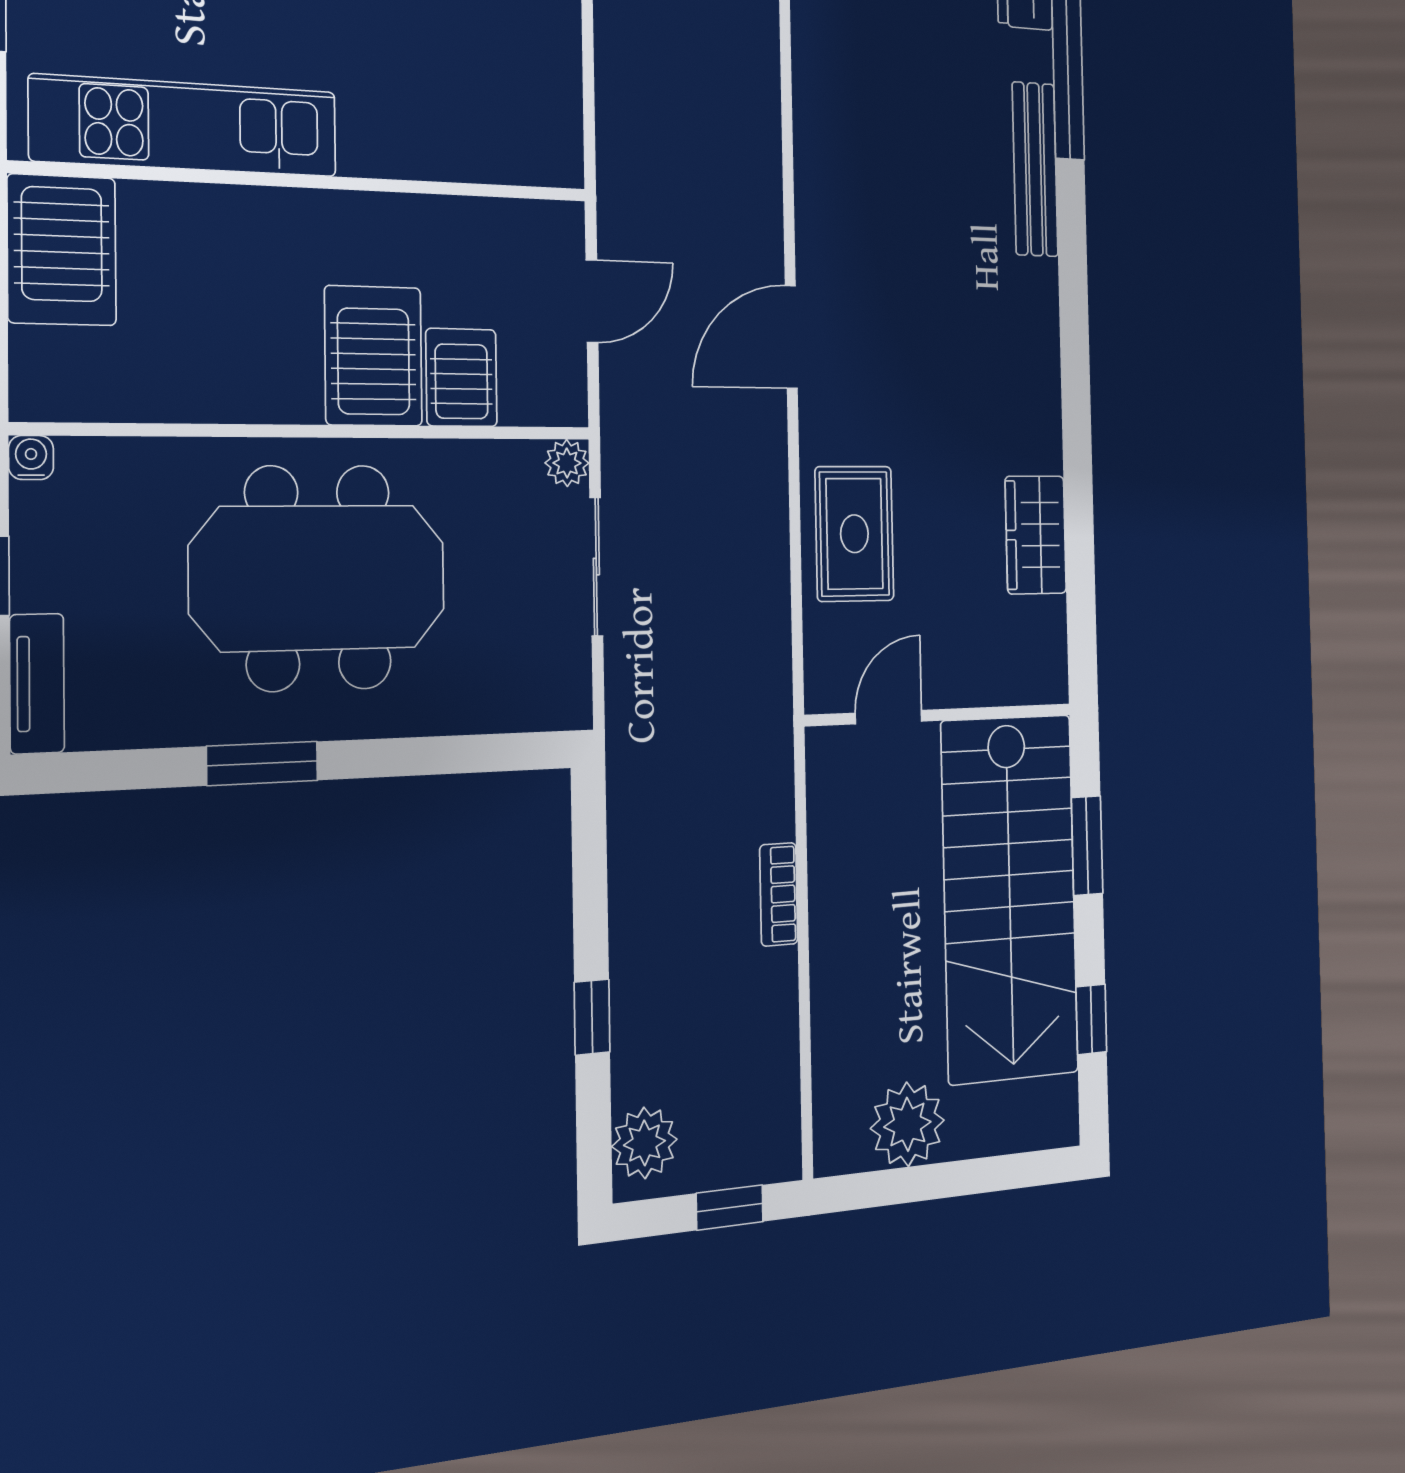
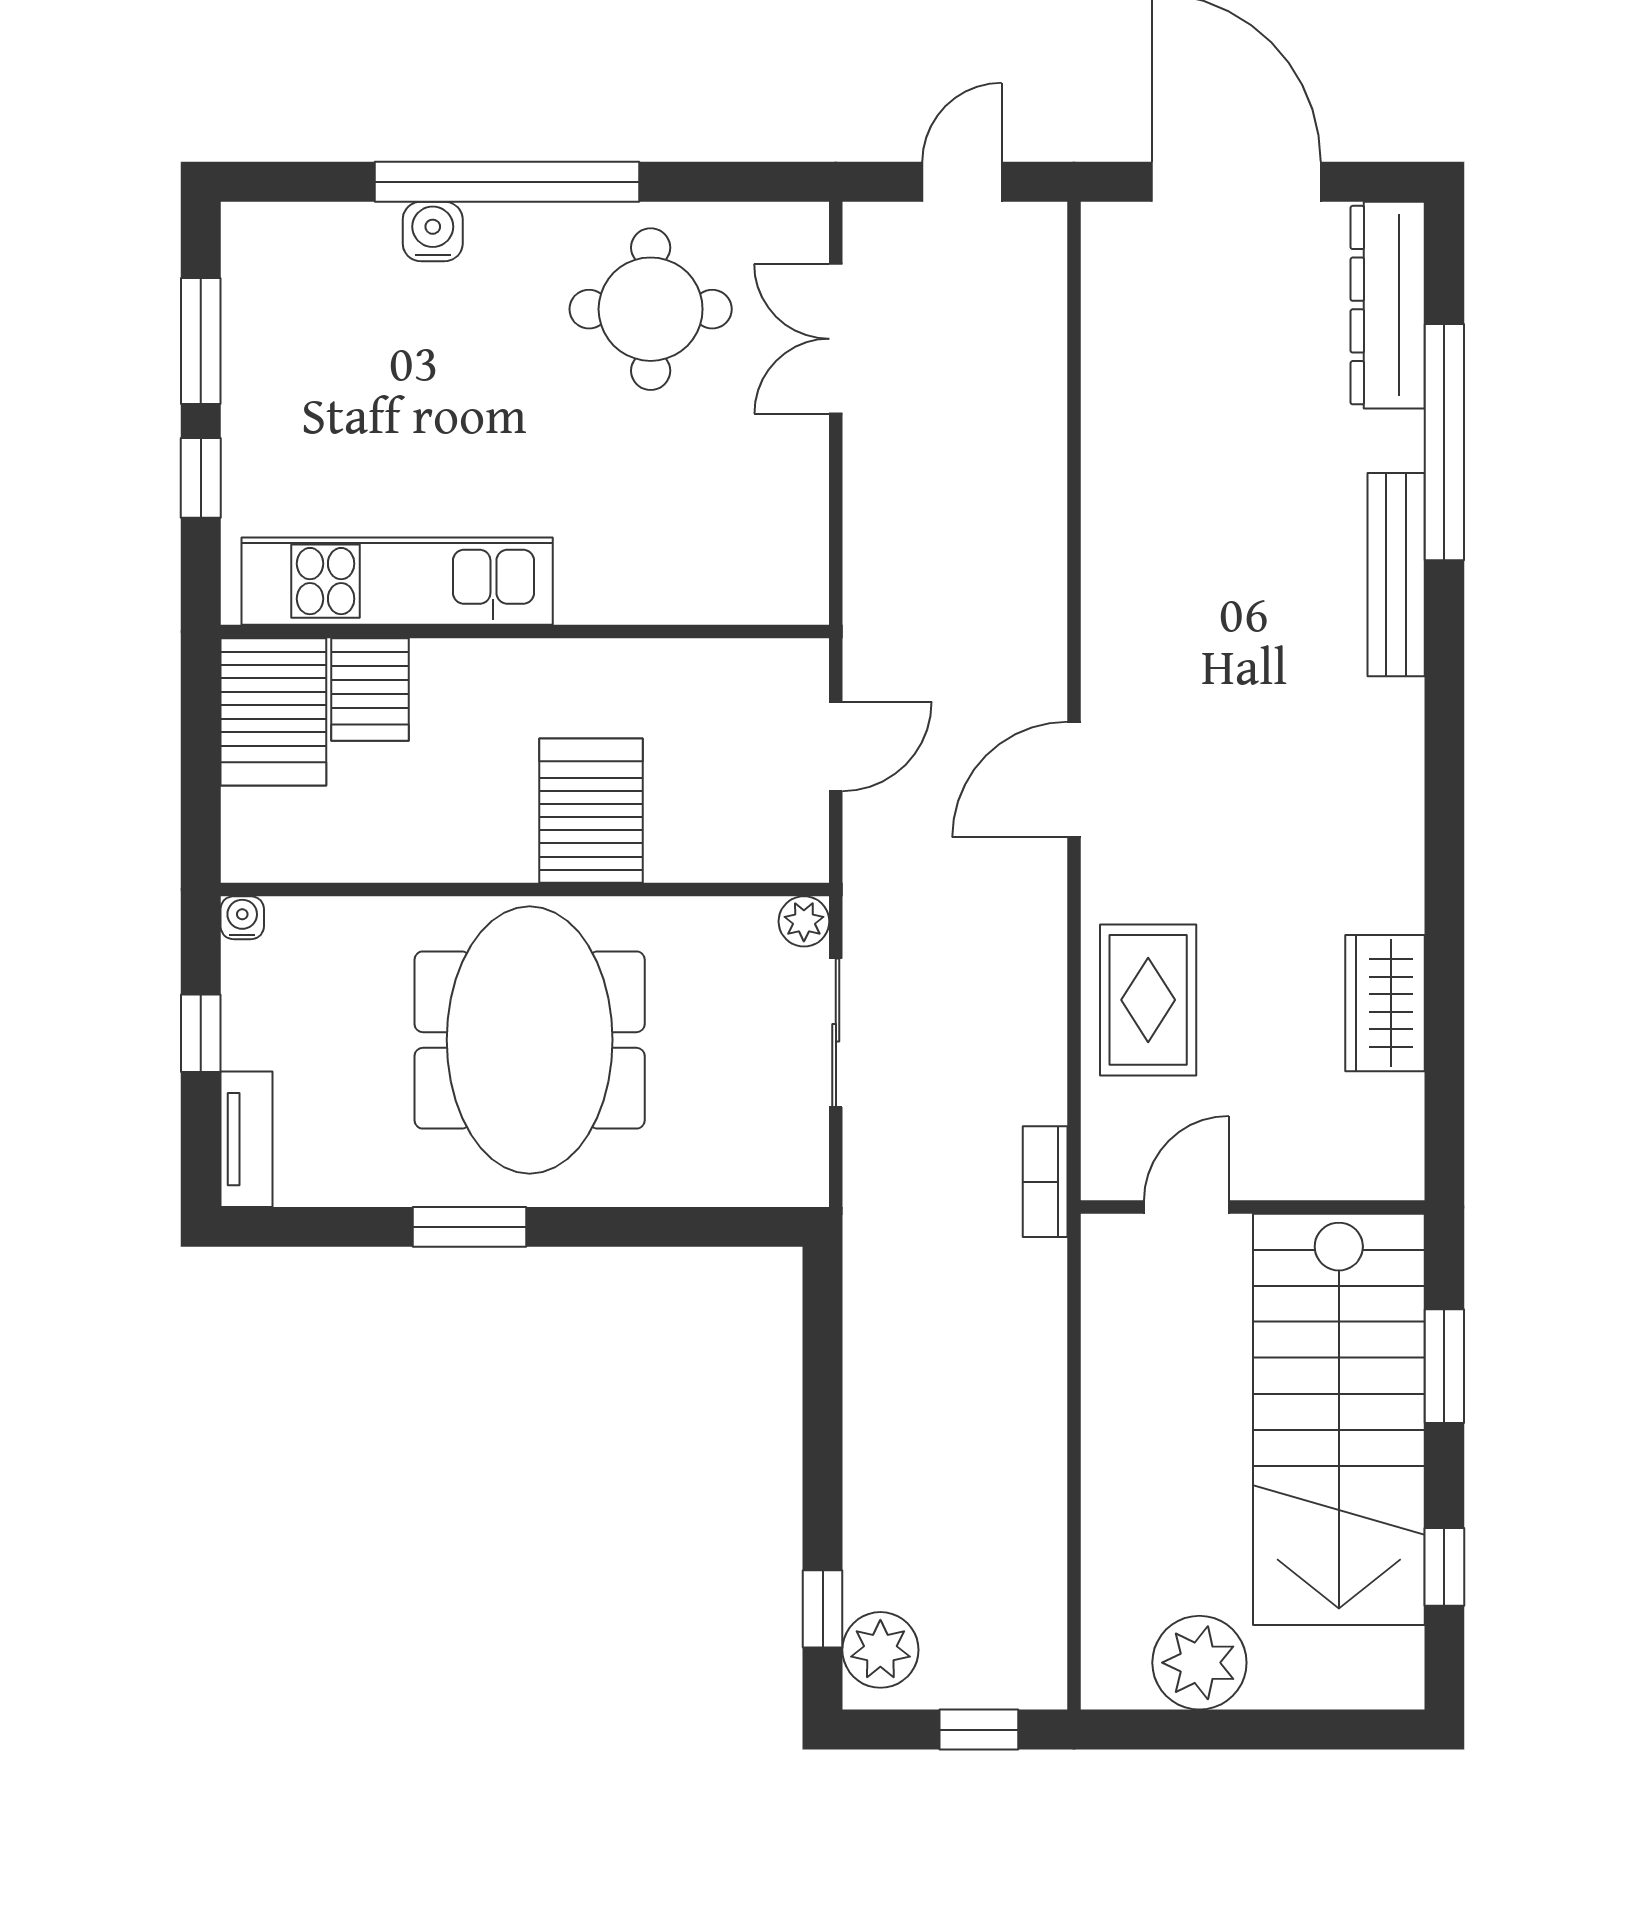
server rack: (461, 378) -> (370, 690), moved, turned 180
meeting table: (318, 578) -> (530, 1040), turned 90
bookcase: (779, 894) -> (1045, 1182), moved
window: (592, 1017) -> (823, 1609), moved

